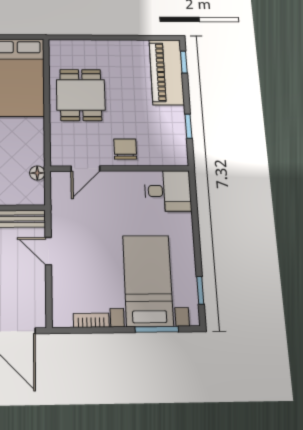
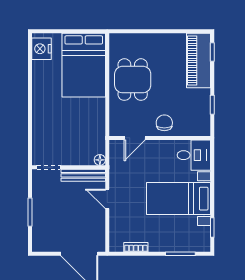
floor lamp: (37, 173) -> (100, 160), moved
bed with nightstands: (148, 280) -> (179, 199), moved, turned -90

